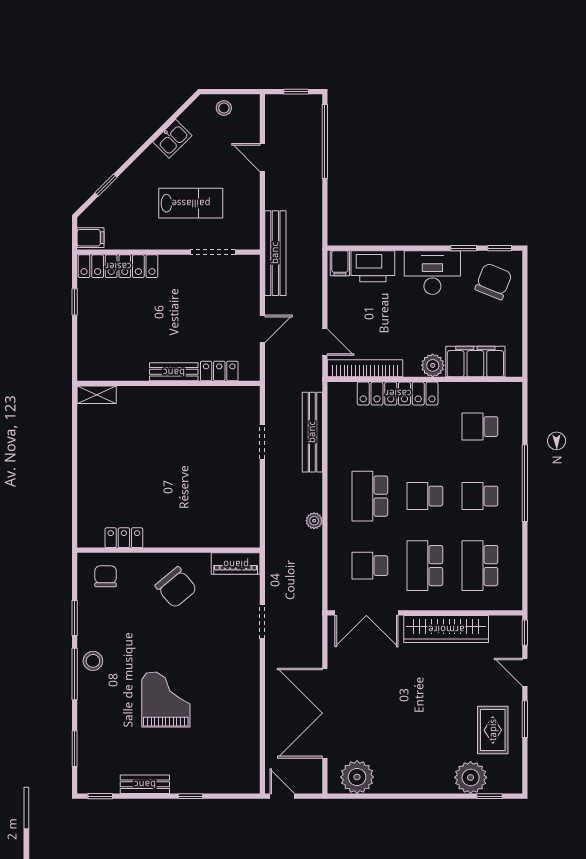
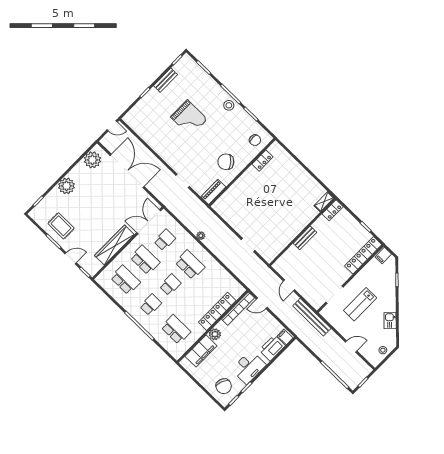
locker: (219, 371) -> (333, 210), moved
school desk: (480, 427) -> (176, 329), width x1.85
bench: (312, 432) -> (234, 267), removed
plant: (471, 777) -> (66, 186), moved

